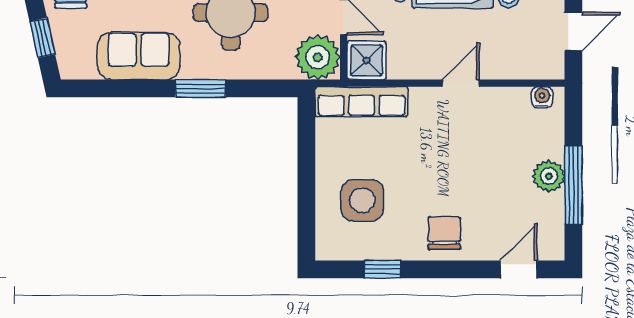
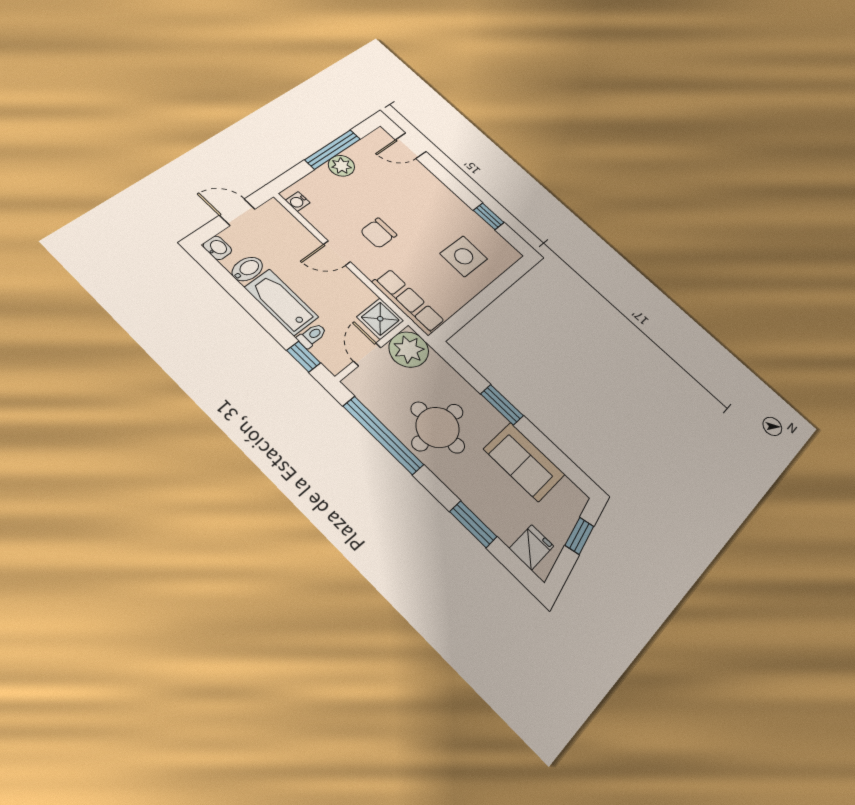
chair: (444, 233) -> (378, 233), moved

